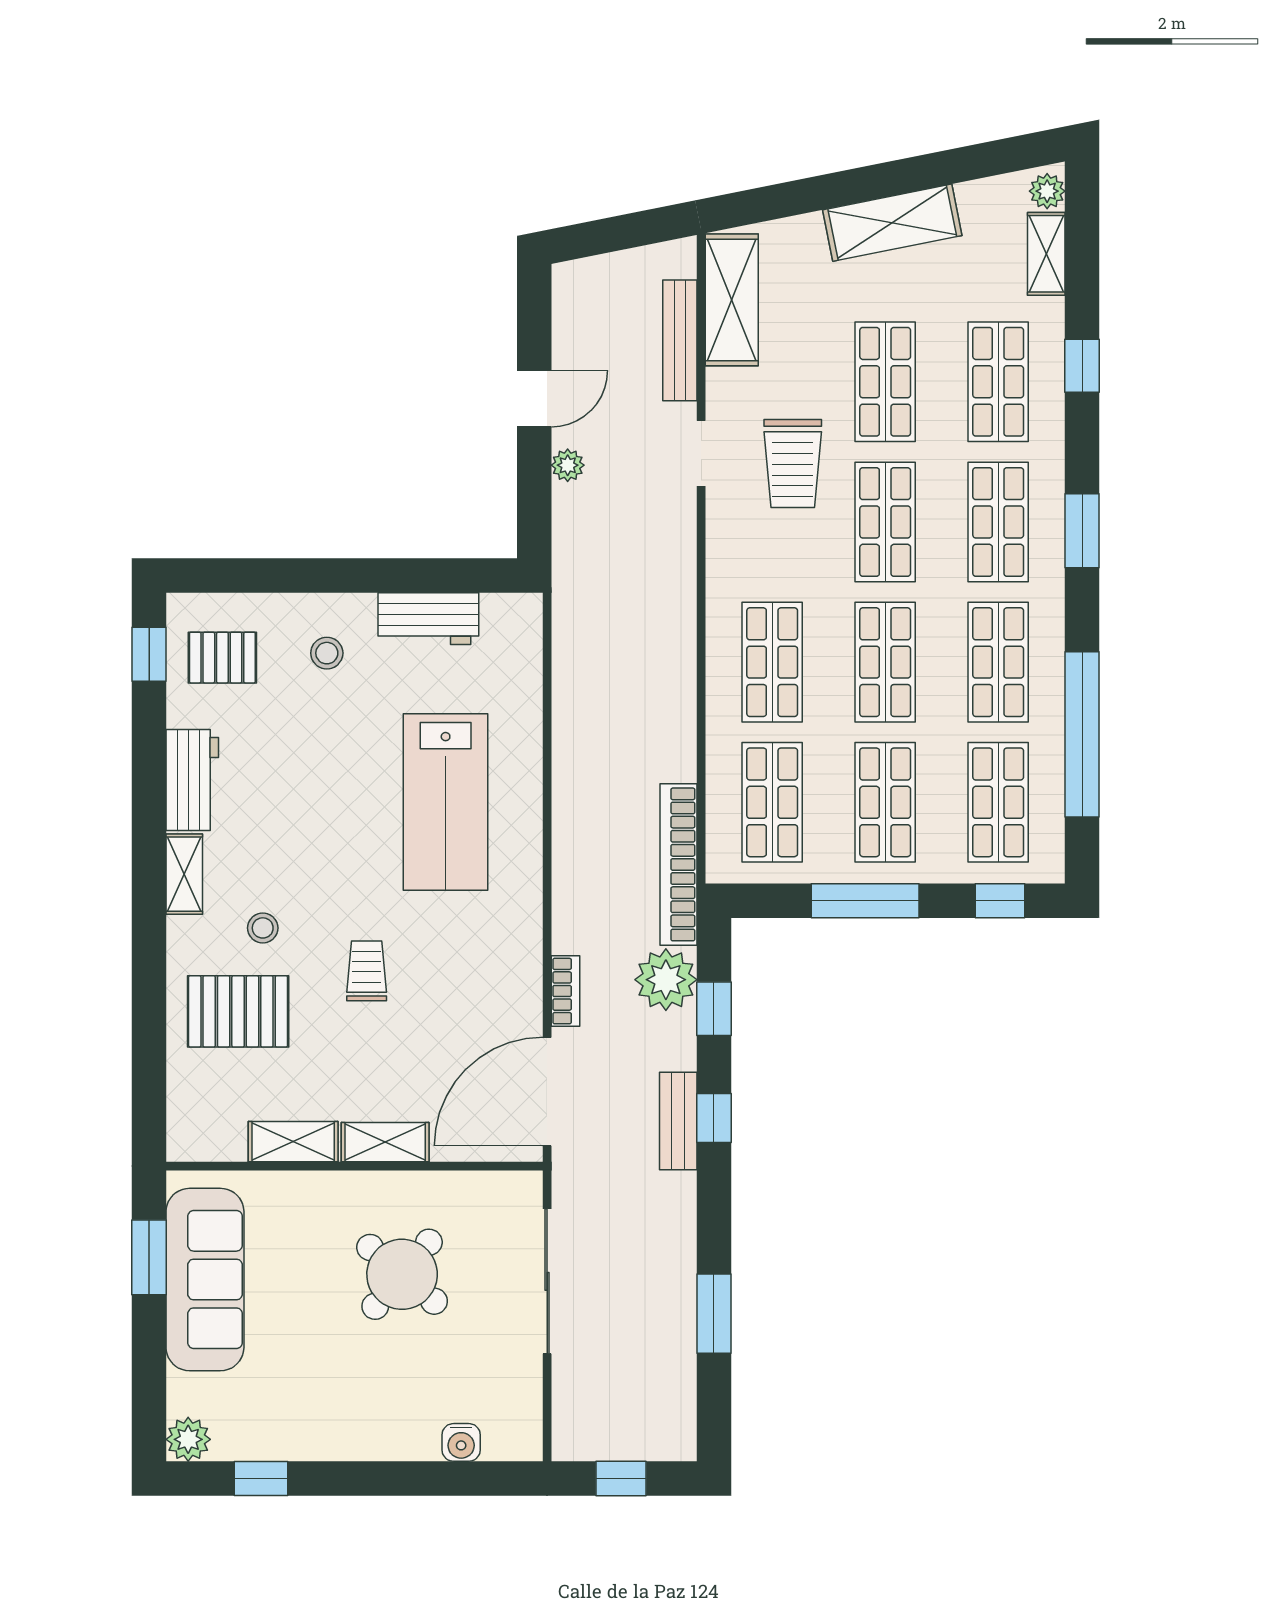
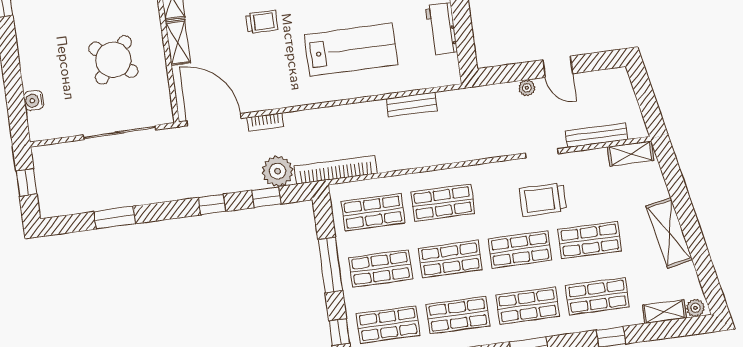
shelving: (732, 300) -> (631, 154), width x0.67, depth x0.75
lab bench: (446, 802) -> (351, 50), turned 180
bench: (678, 1121) -> (412, 105), moved

